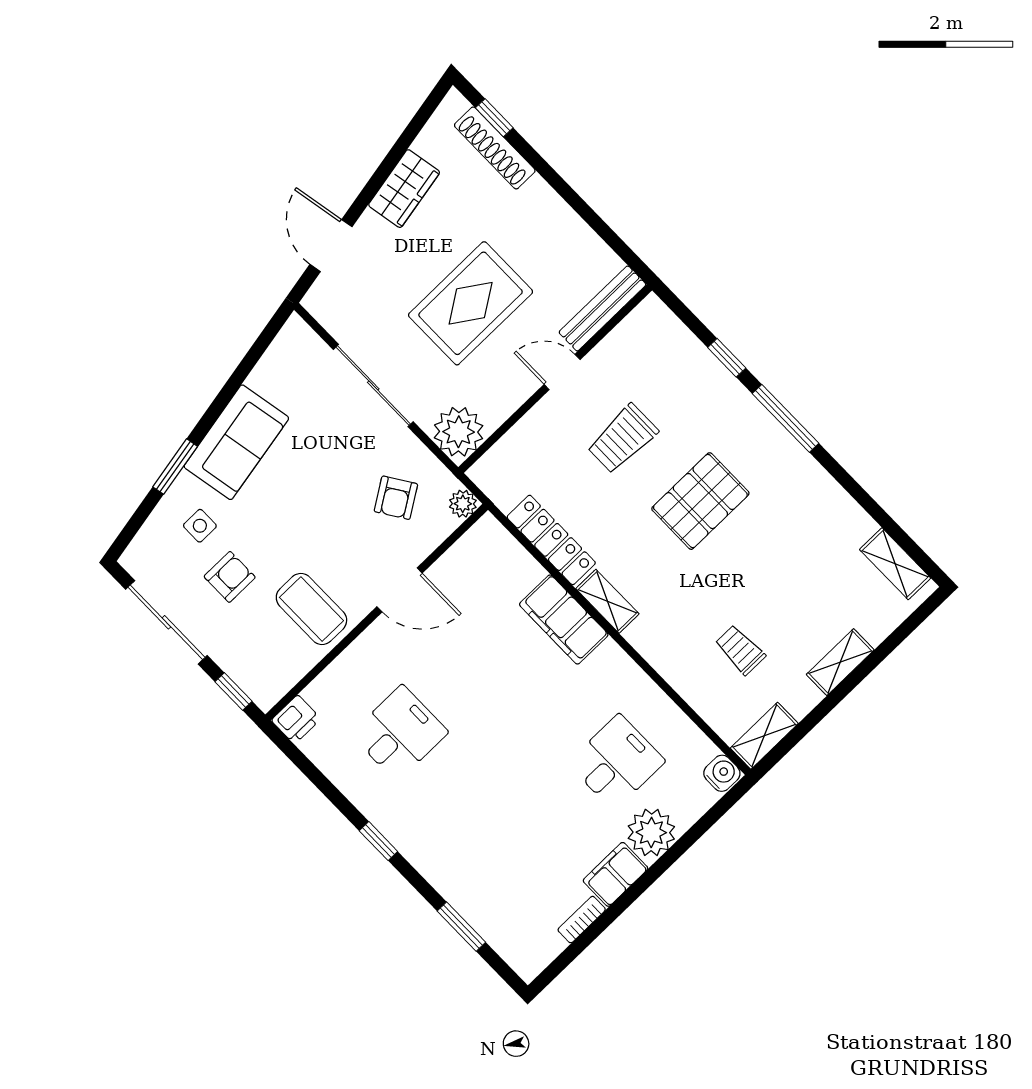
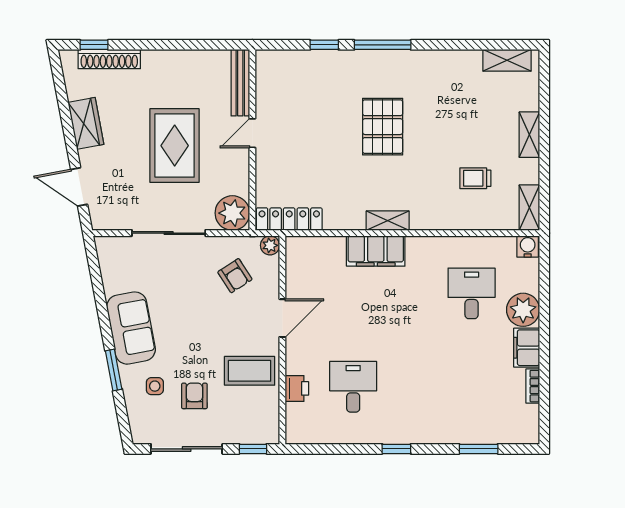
trolley: (623, 439) -> (314, 135), removed
locker: (551, 540) -> (289, 219), moved
printer: (296, 720) -> (297, 388), moved

